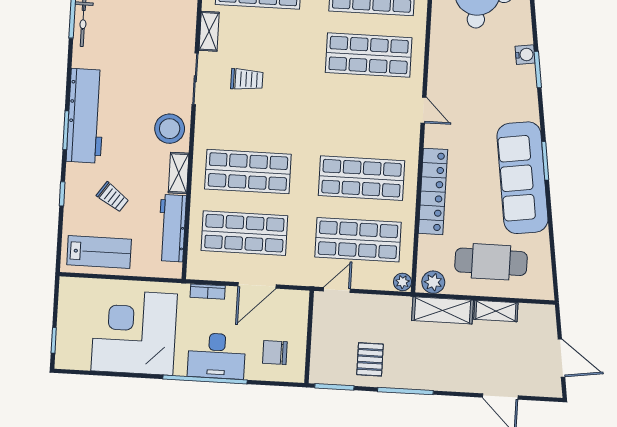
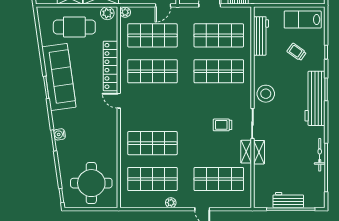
water cooler: (525, 55) -> (59, 134), moved
door: (423, 110) -> (119, 101), moved
shelving: (179, 173) -> (259, 152), moved

